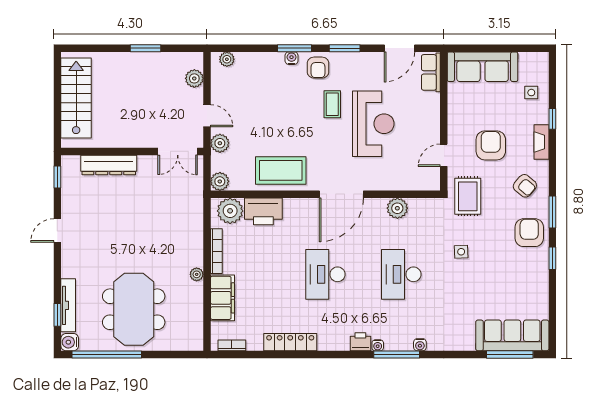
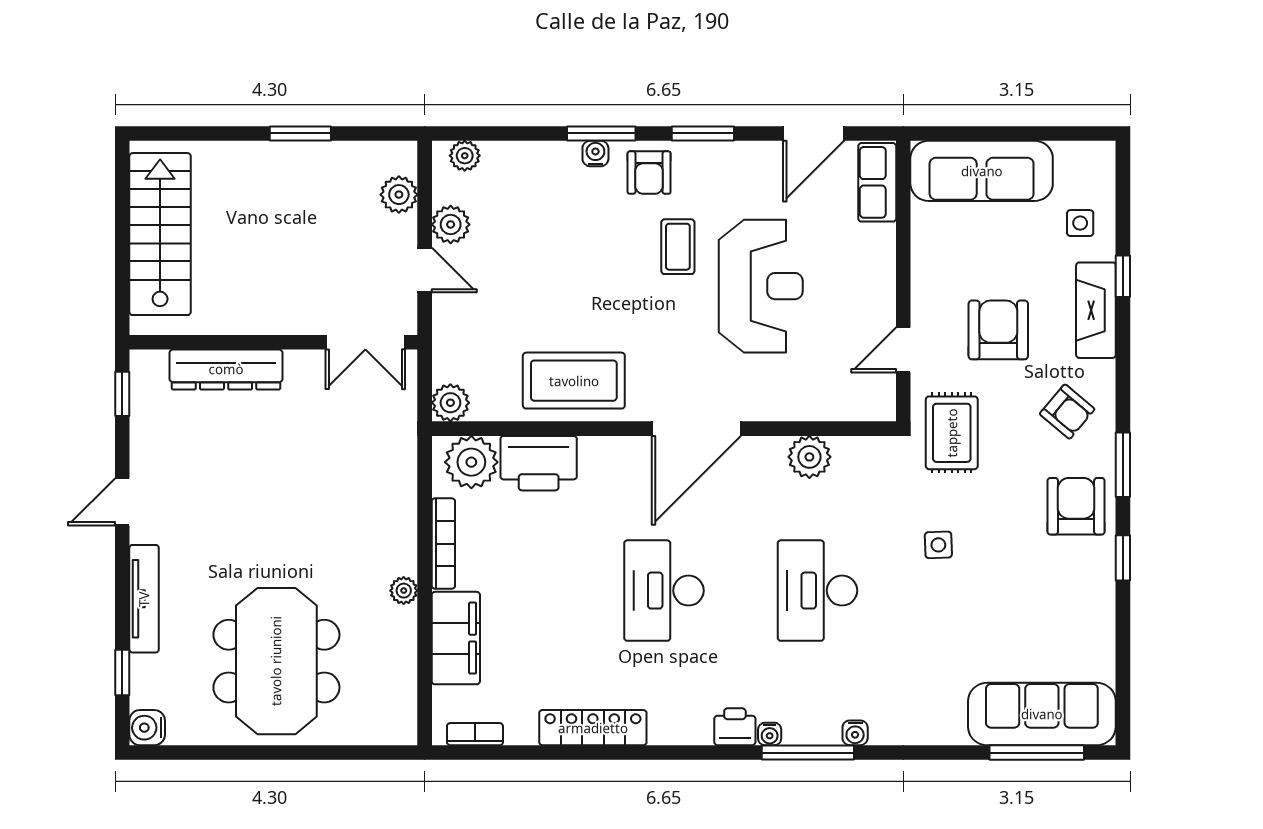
fireplace: (541, 142) -> (1096, 310), width x1.37, depth x1.32
plant: (220, 143) -> (451, 224), moved
tv unit: (68, 305) -> (144, 599), moved
window: (107, 354) -> (222, 753), removed

